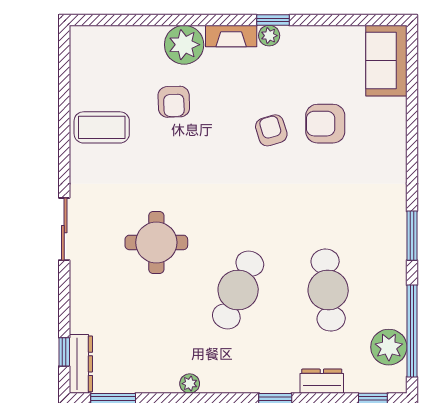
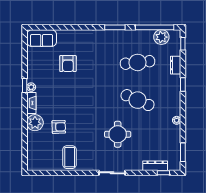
armchair: (271, 130) -> (71, 86), removed
dresser: (81, 364) -> (155, 166), moved

